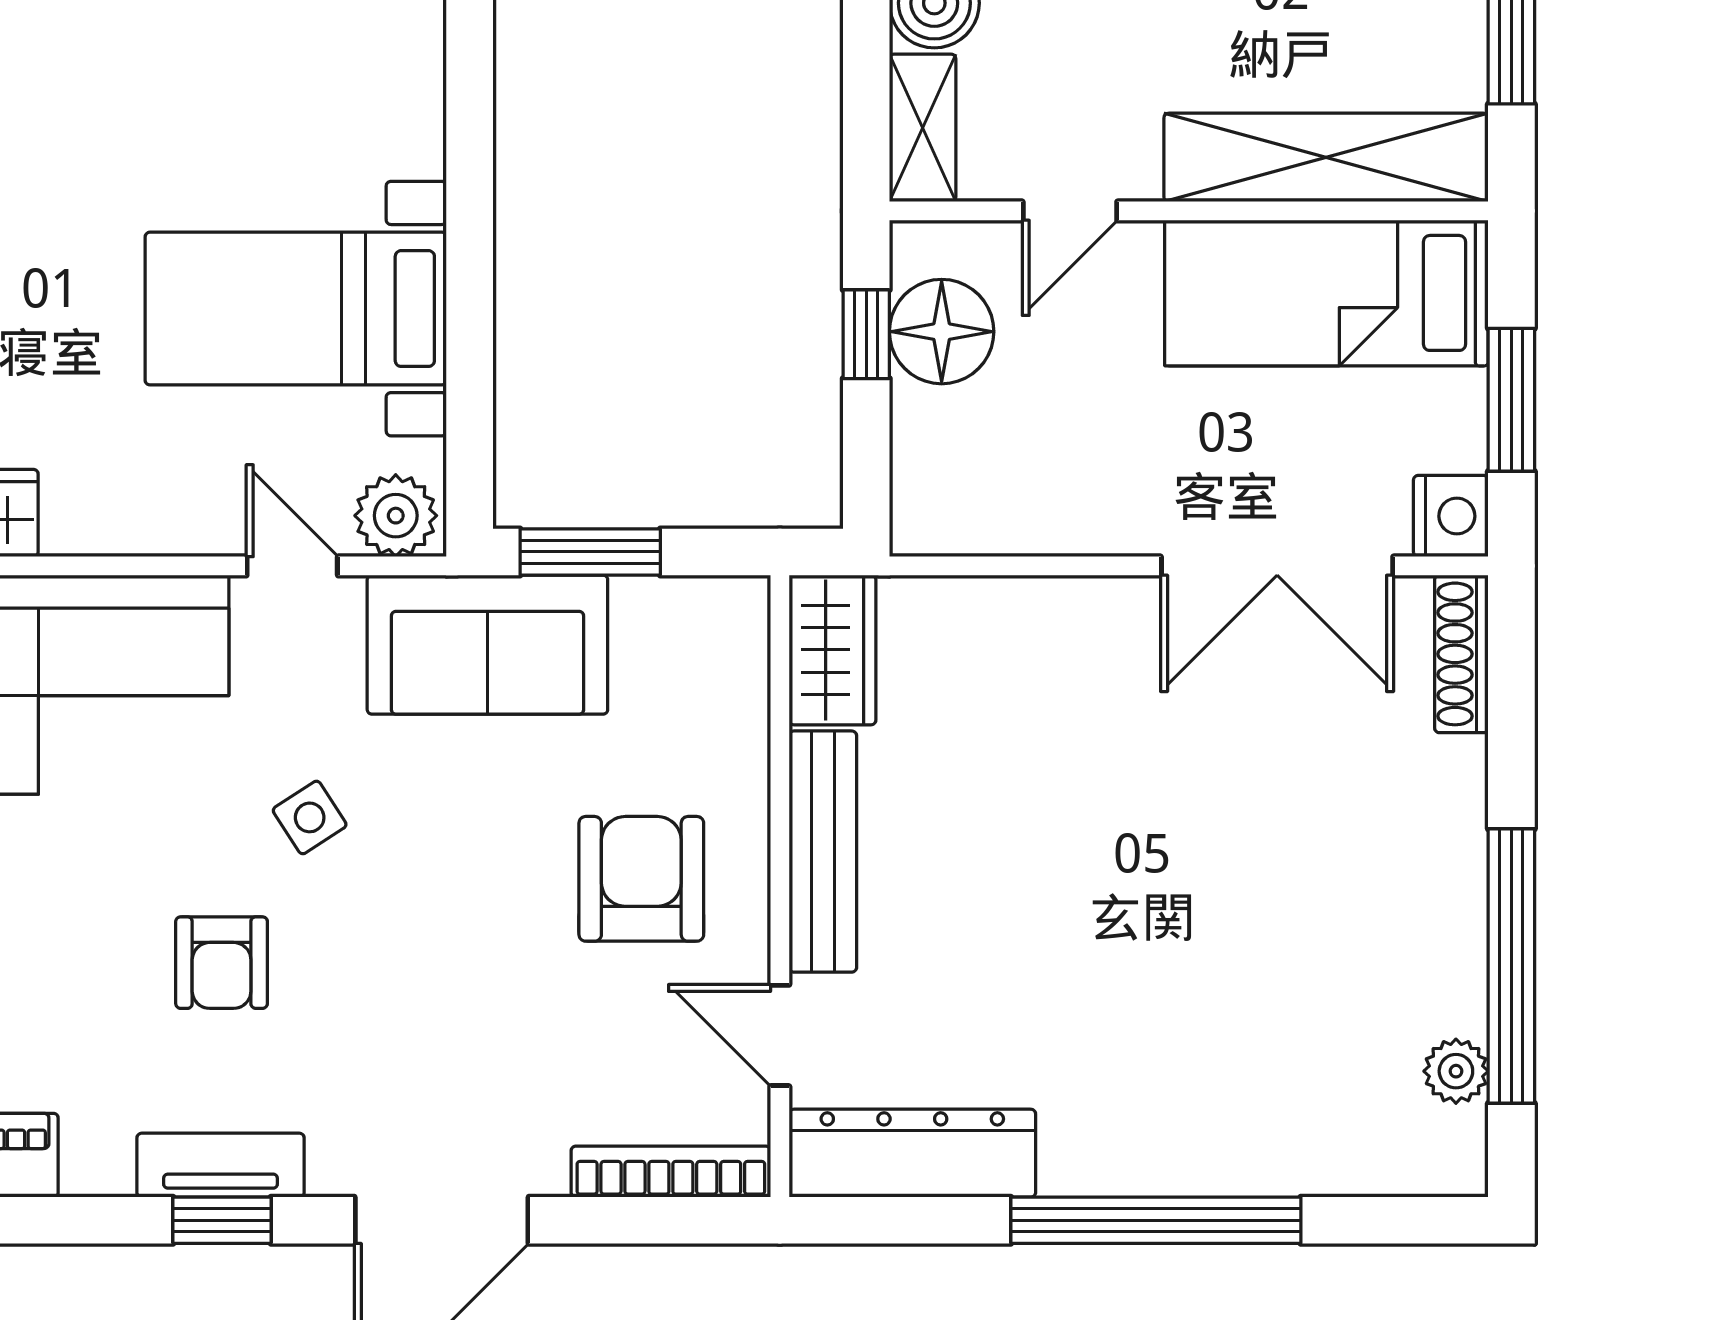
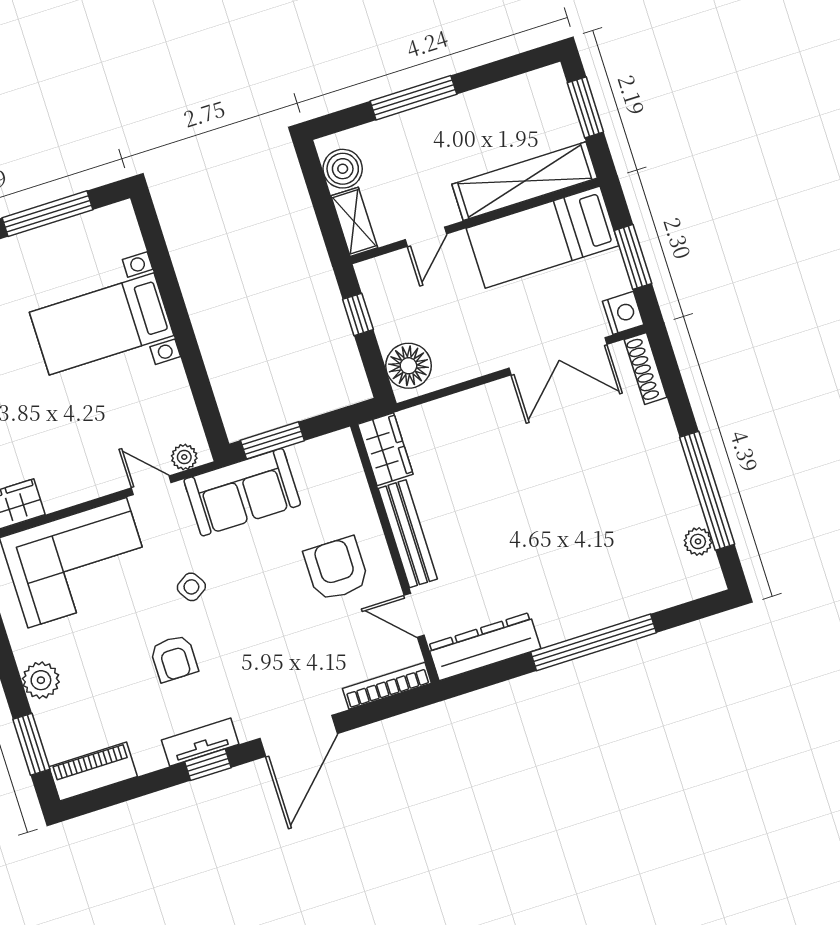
bed with nightstands: (296, 309) -> (102, 324), moved
floor lamp: (942, 332) -> (408, 366), moved
plant: (396, 516) -> (184, 457), width x0.73, depth x0.73

